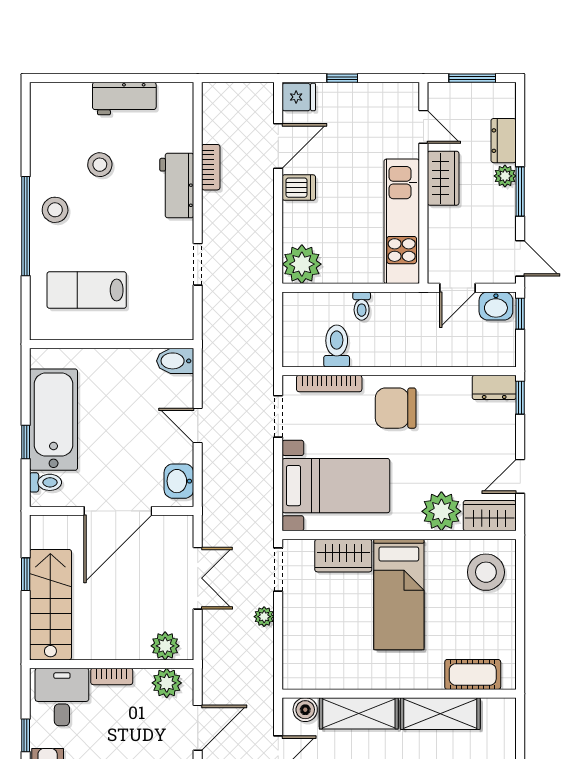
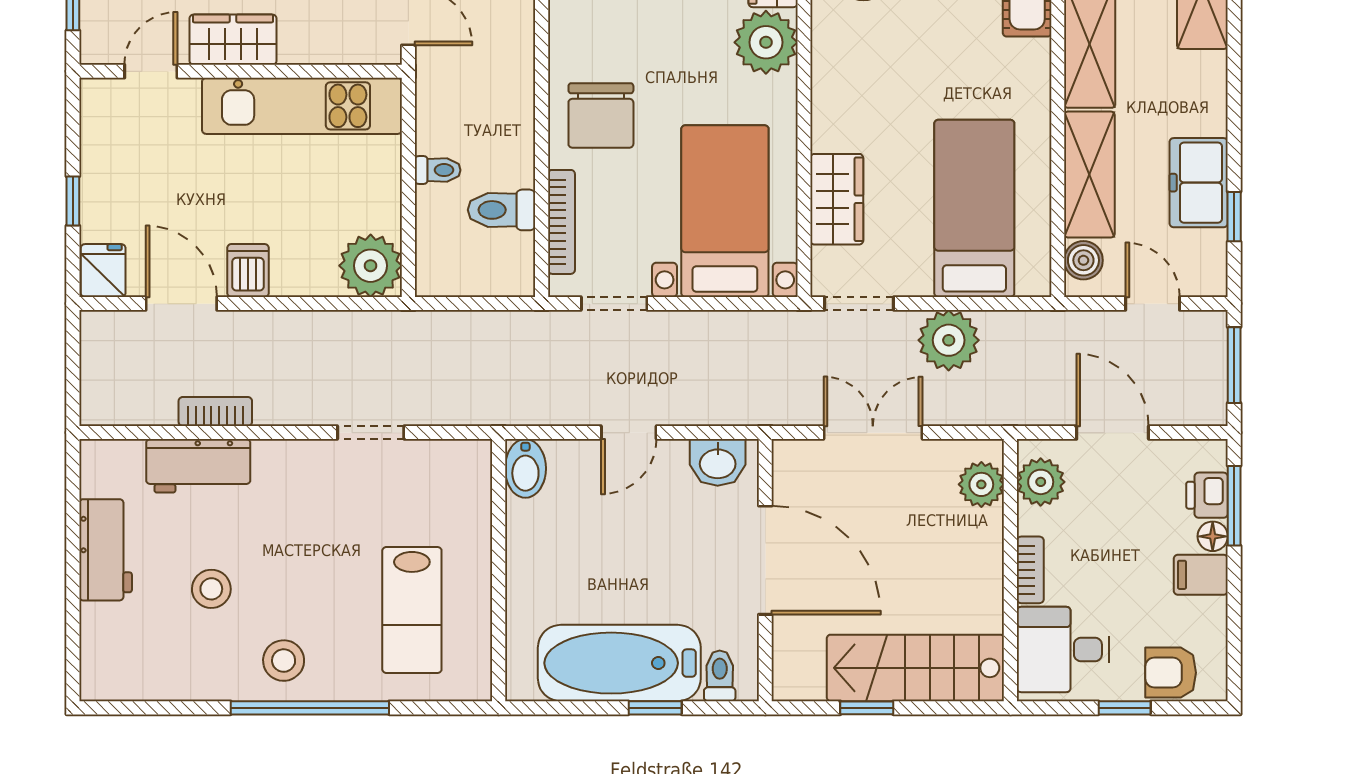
workbench: (177, 185) -> (198, 466), moved
bed: (399, 594) -> (974, 208), moved, turned -90
plant: (264, 617) -> (949, 340), width x1.88, depth x1.88

